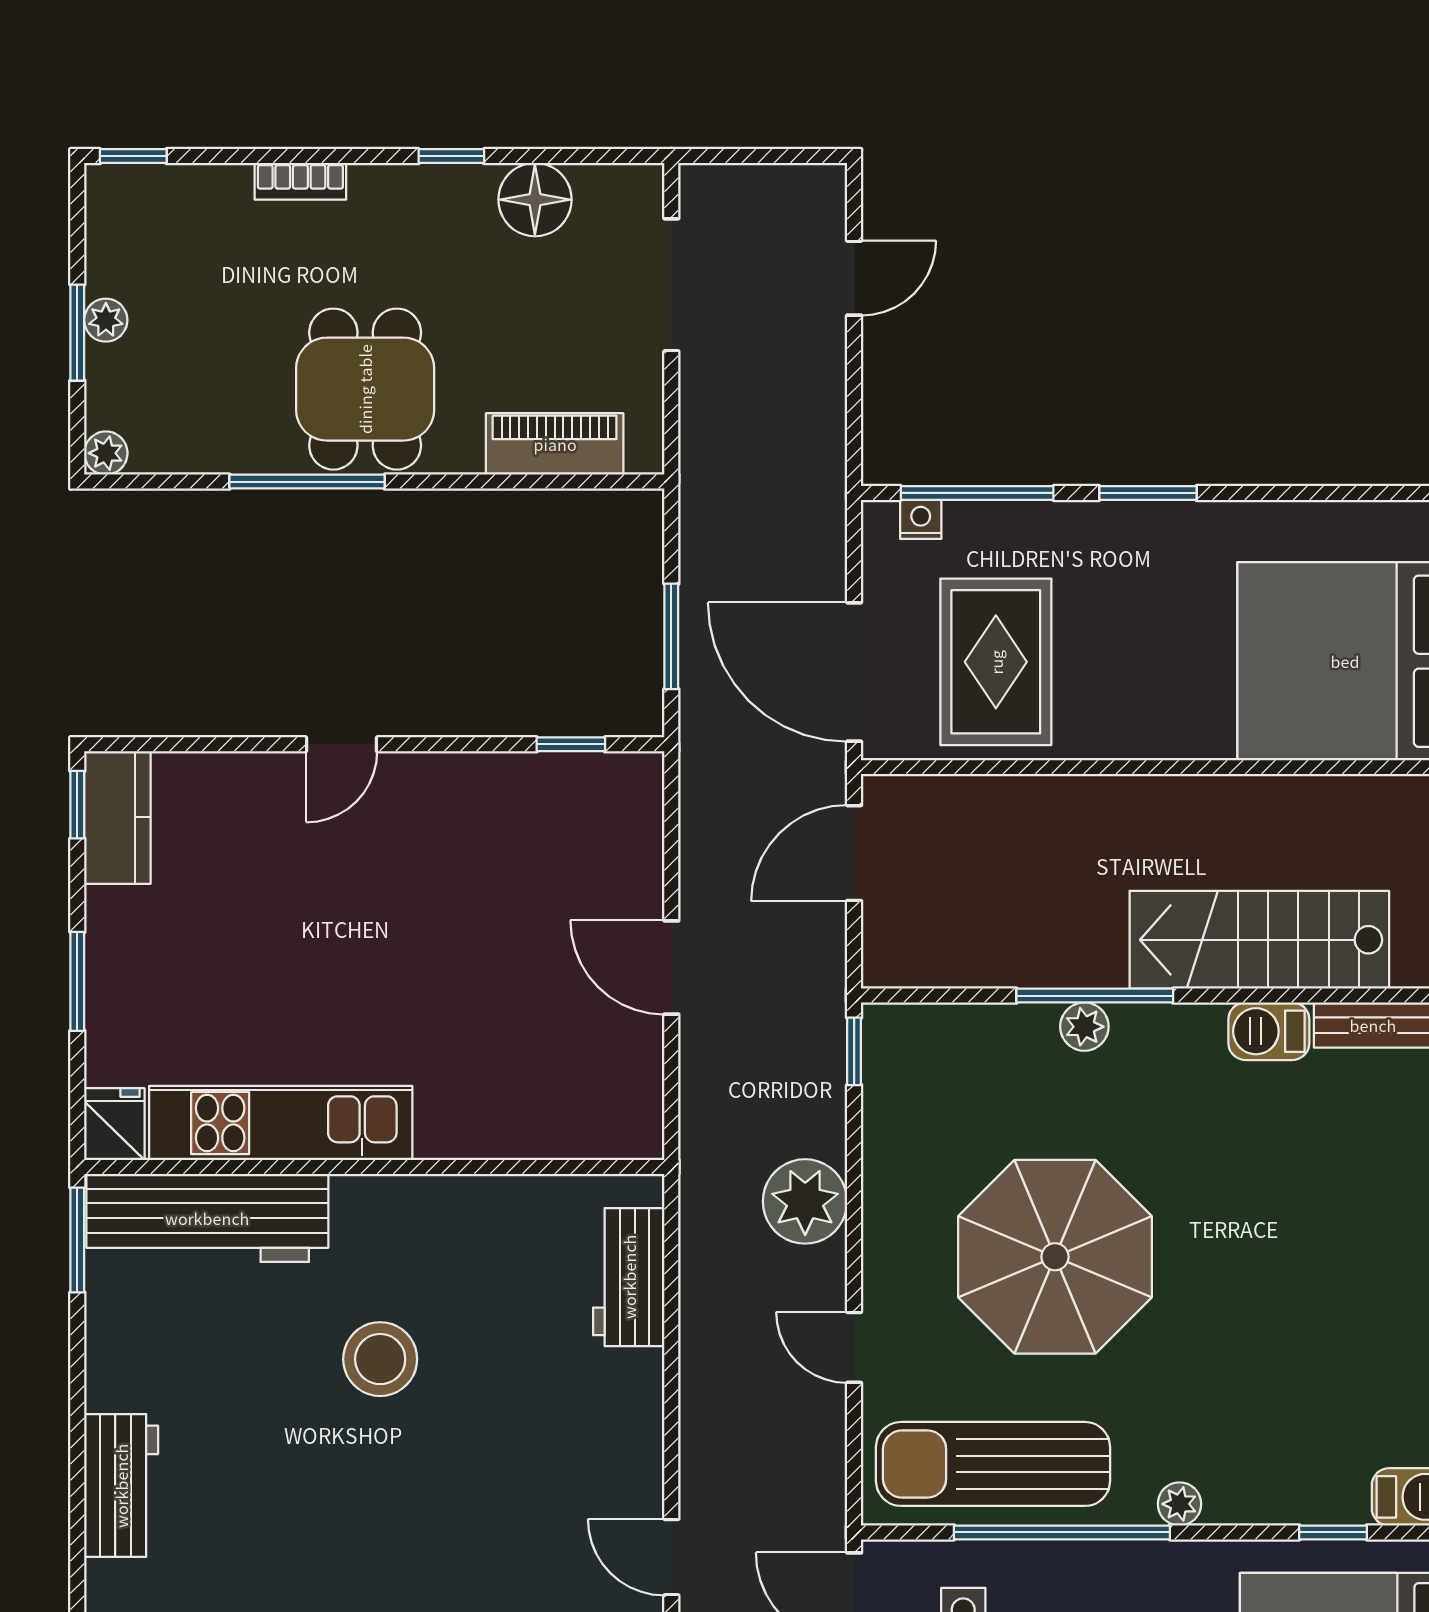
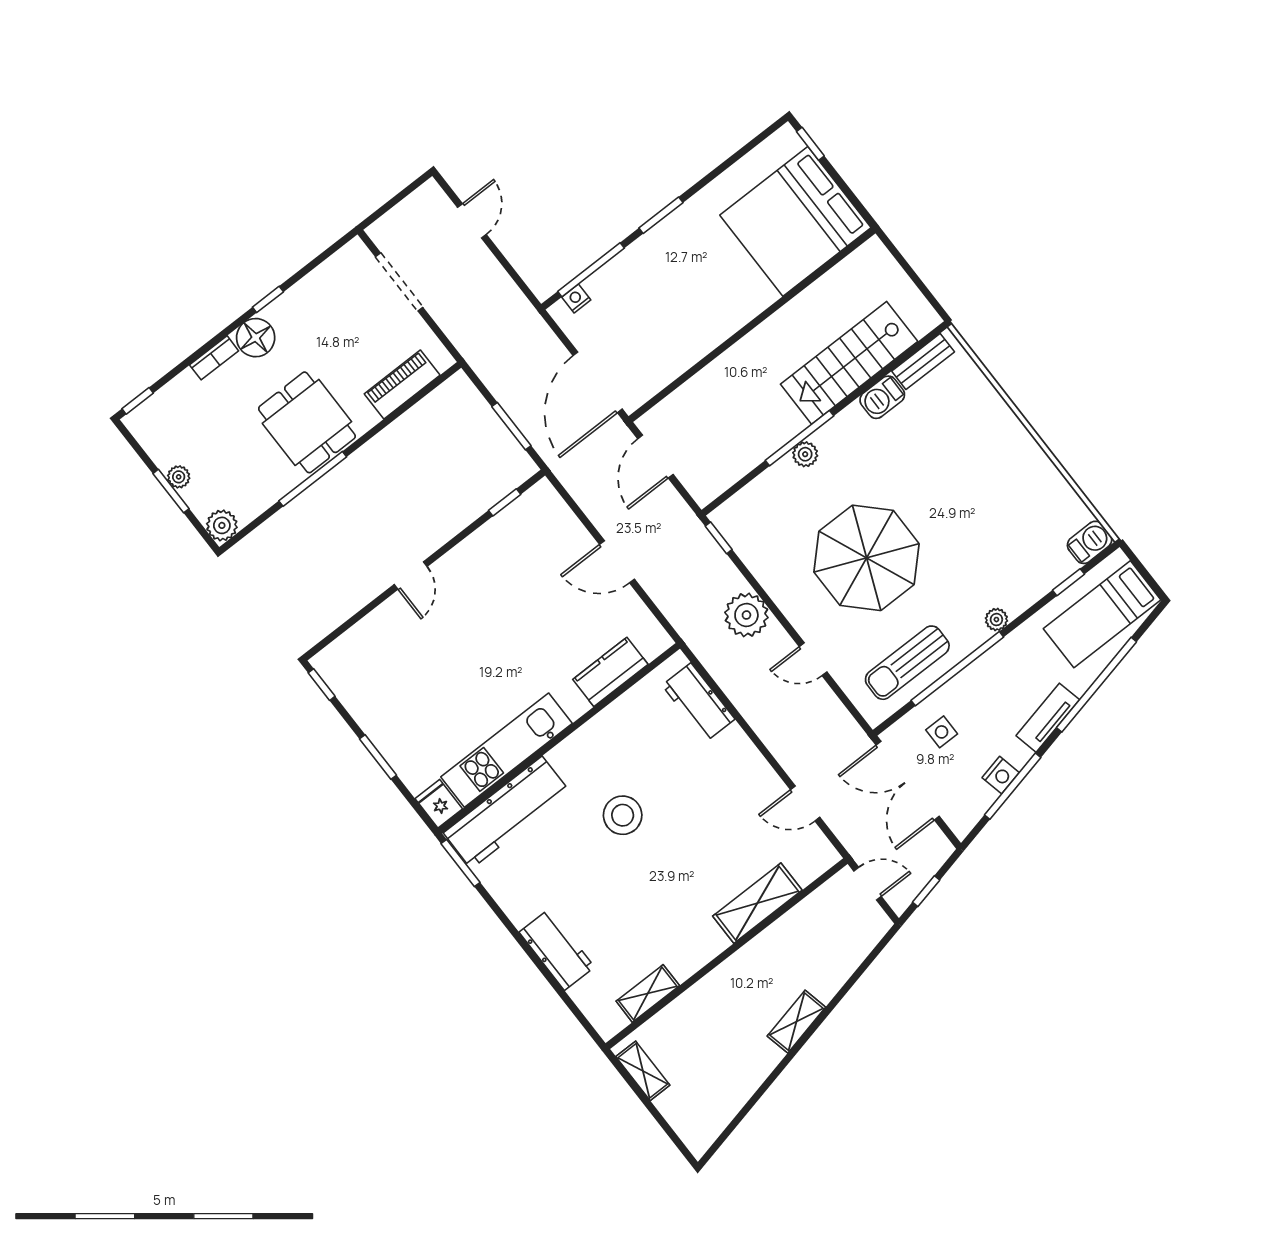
floor lamp: (535, 200) -> (256, 338), moved
plant: (106, 453) -> (222, 525), width x1.38, depth x1.38
rug: (996, 662) -> (652, 333), removed
door: (854, 672) -> (598, 382), hinge flipped
kitchen counter: (117, 817) -> (610, 672), moved, turned -90
sun lounger: (993, 1464) -> (907, 663), width x0.73, depth x0.75

